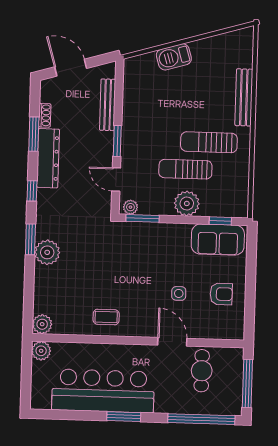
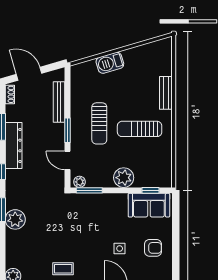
bench: (244, 97) -> (166, 93), width x0.73
shoe rack: (45, 115) -> (10, 94), moved
sun lounger: (185, 169) -> (99, 123), moved, turned -90

